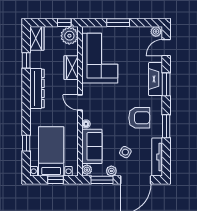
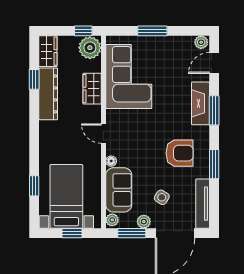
dresser: (37, 88) -> (48, 94), moved

